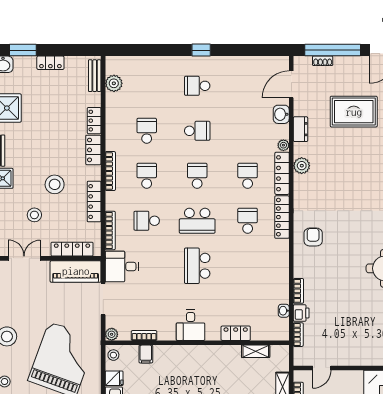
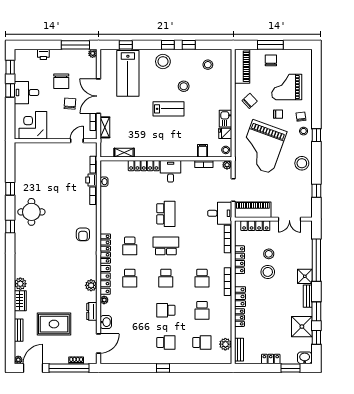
stool: (34, 215) -> (269, 254), moved
school desk: (147, 221) -> (202, 342), moved
locker: (236, 333) -> (144, 166), width x1.53

